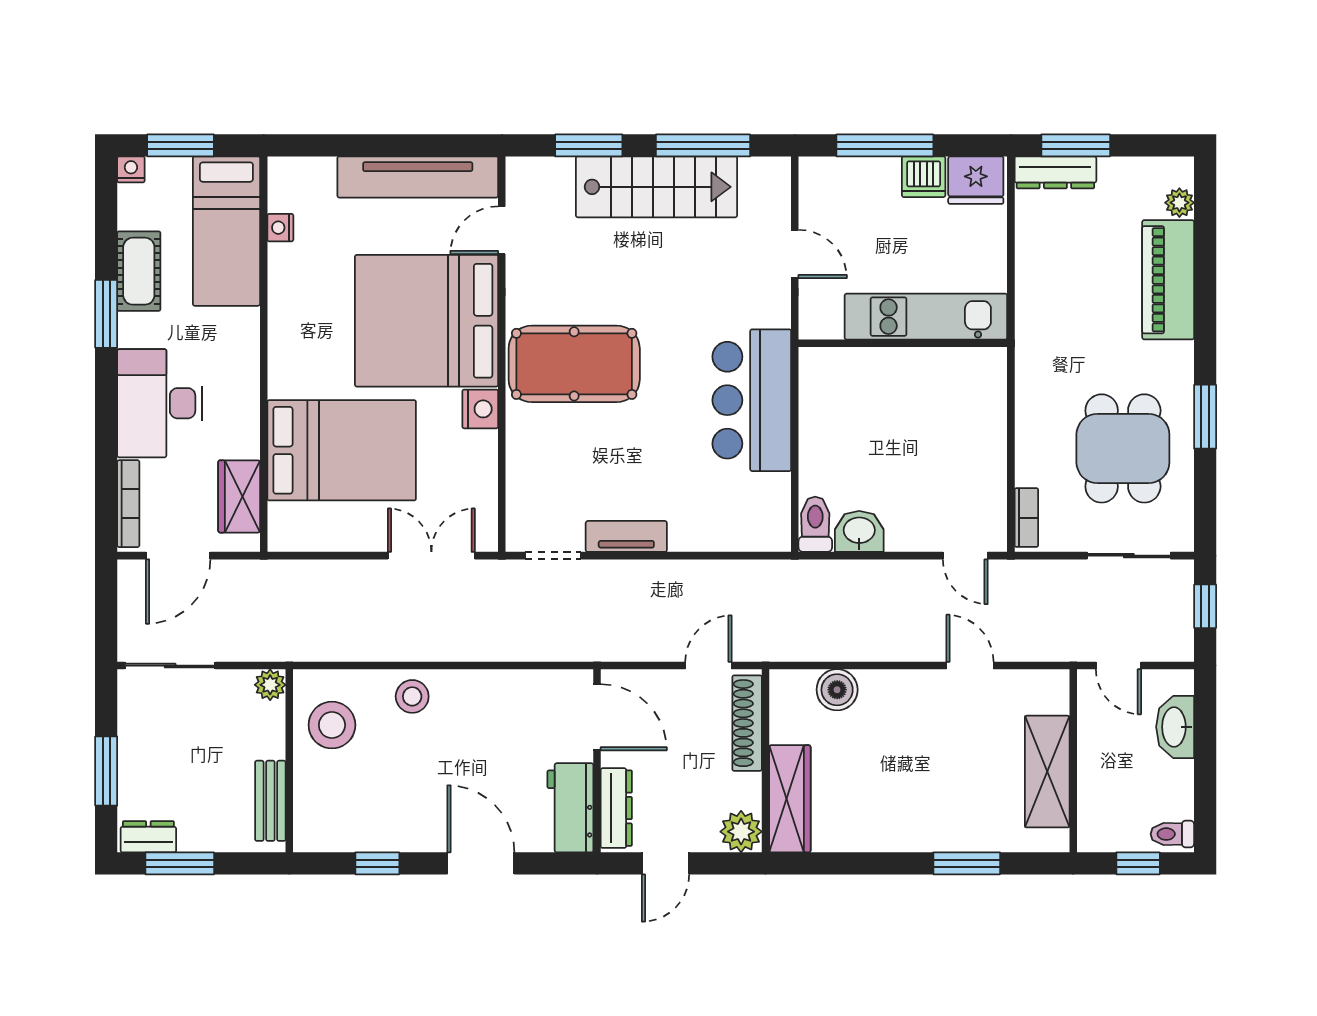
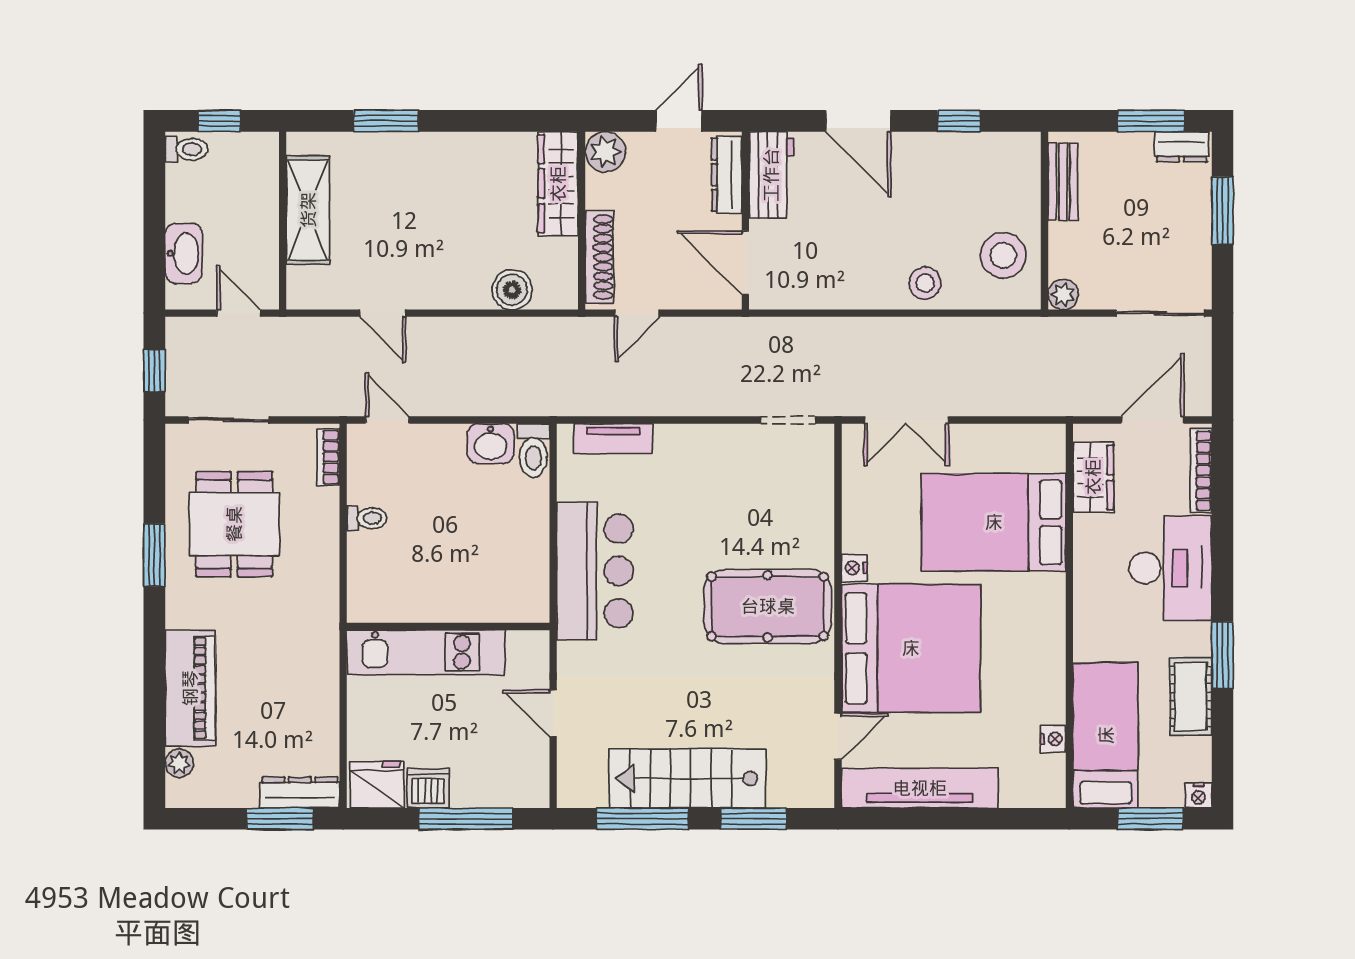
nightstand: (480, 409) -> (854, 568), width x0.72, depth x0.74
toilet: (987, 455) -> (367, 518), added
tv unit: (626, 536) -> (613, 439), moved

